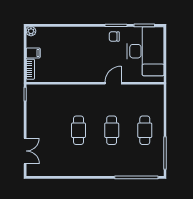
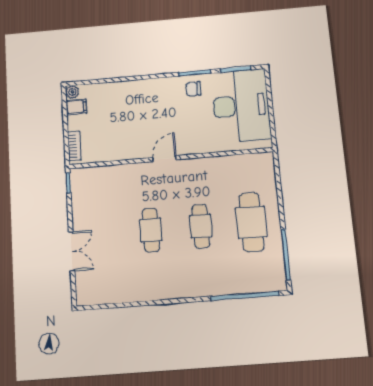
filing cabinet: (33, 53) -> (76, 107), moved
door: (113, 83) -> (164, 159), moved
cafe table: (145, 130) -> (251, 222), width x1.37, depth x1.35
double door: (25, 151) -> (72, 251), moved

